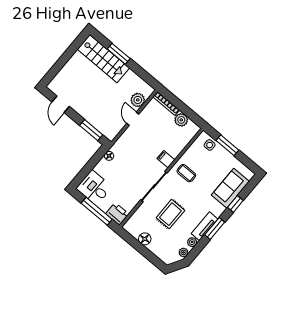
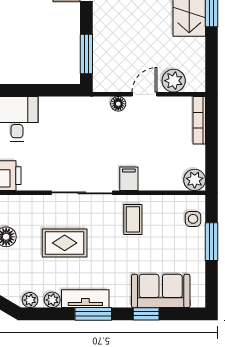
plant: (181, 120) -> (195, 180), moved
floor lamp: (109, 156) -> (118, 104), moved

